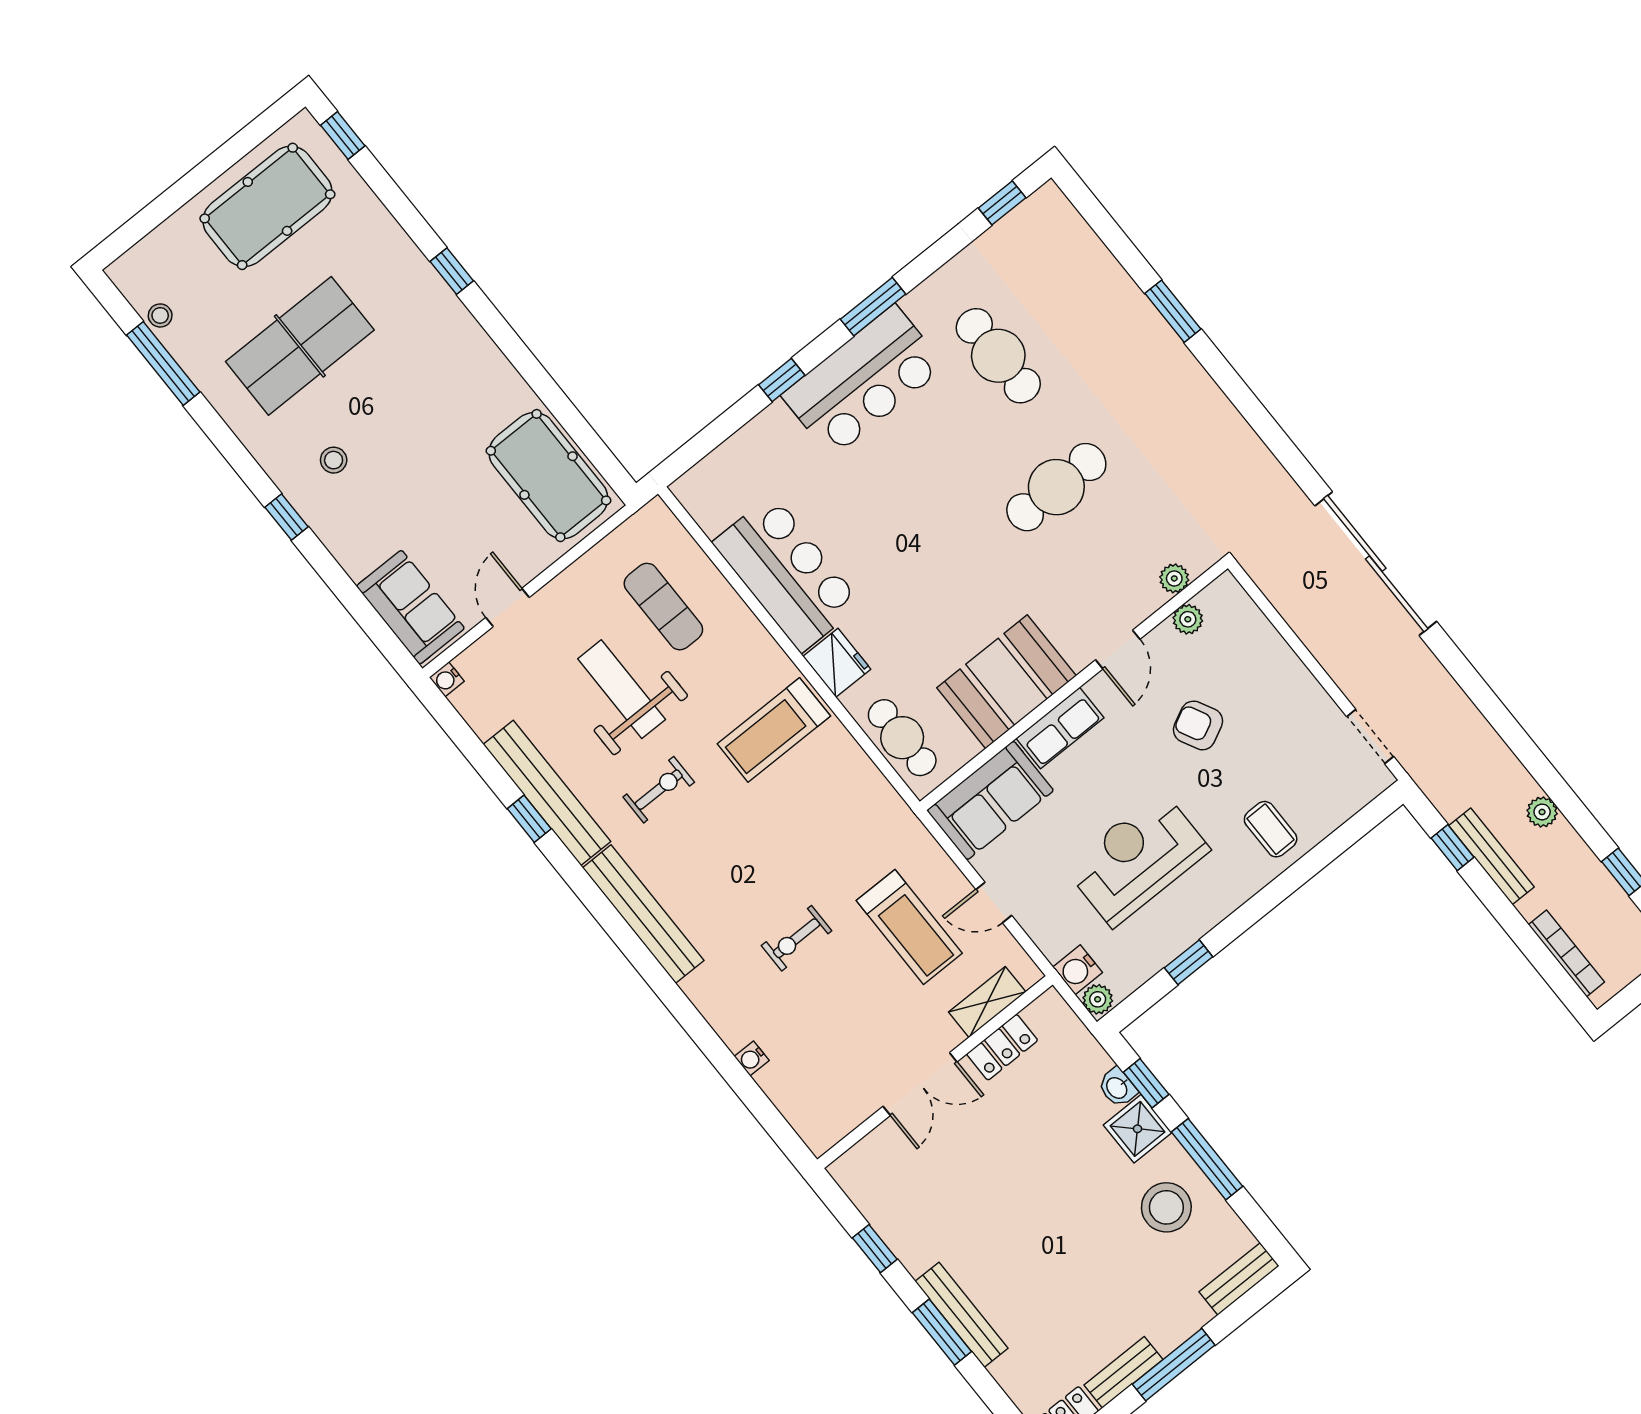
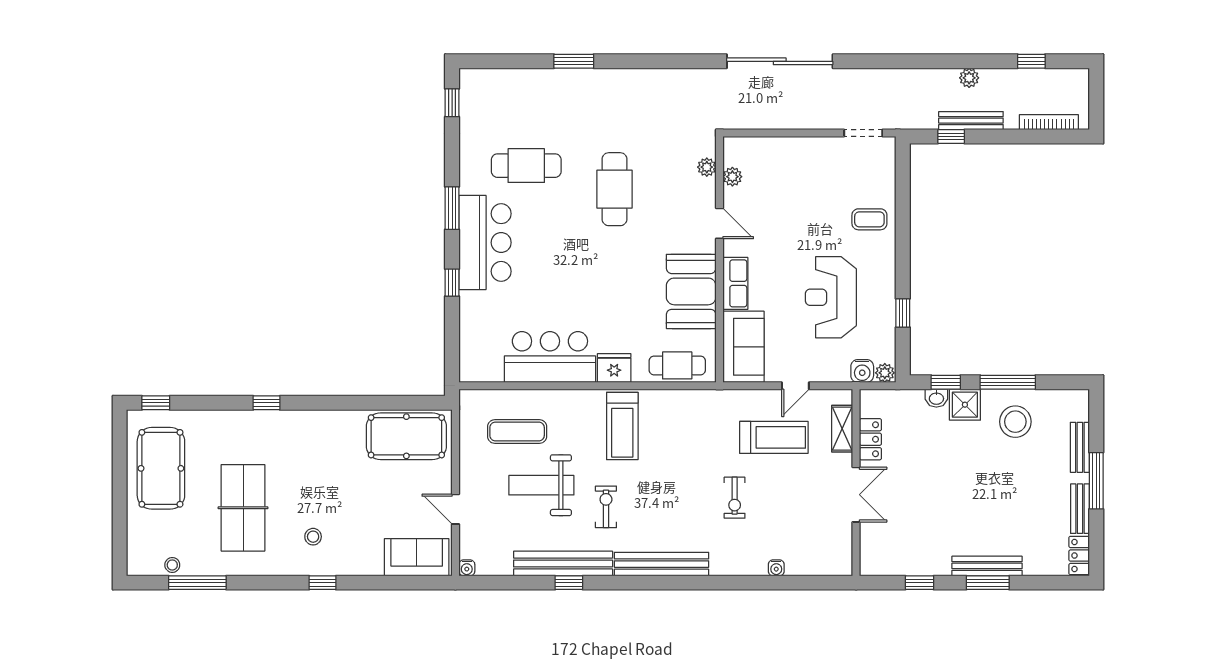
armchair: (1198, 725) -> (789, 214), removed
bench: (1239, 1279) -> (1080, 447), moved

